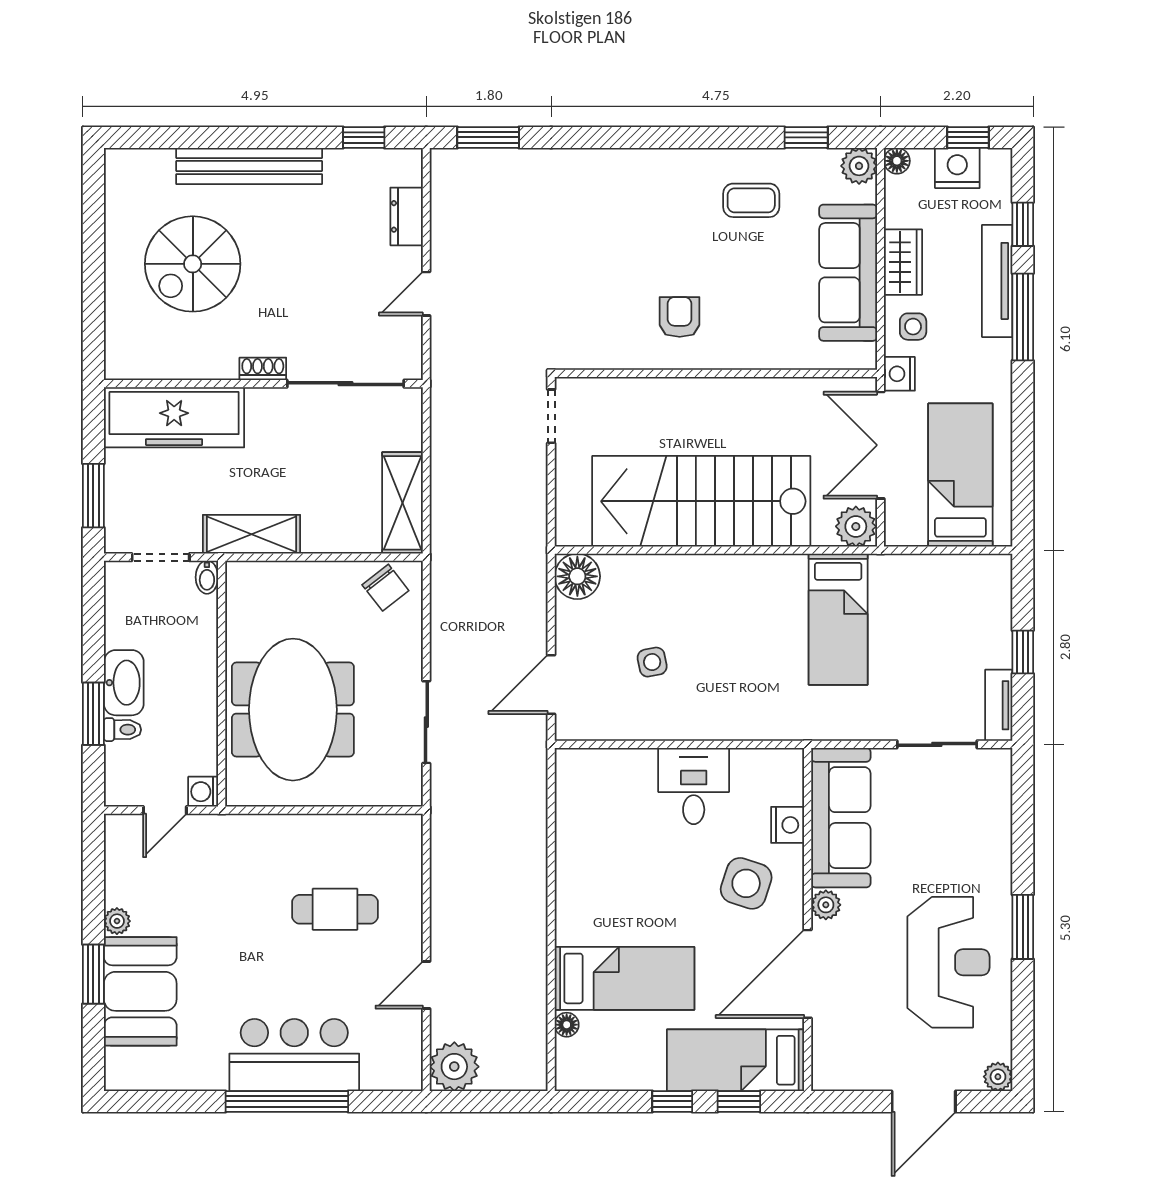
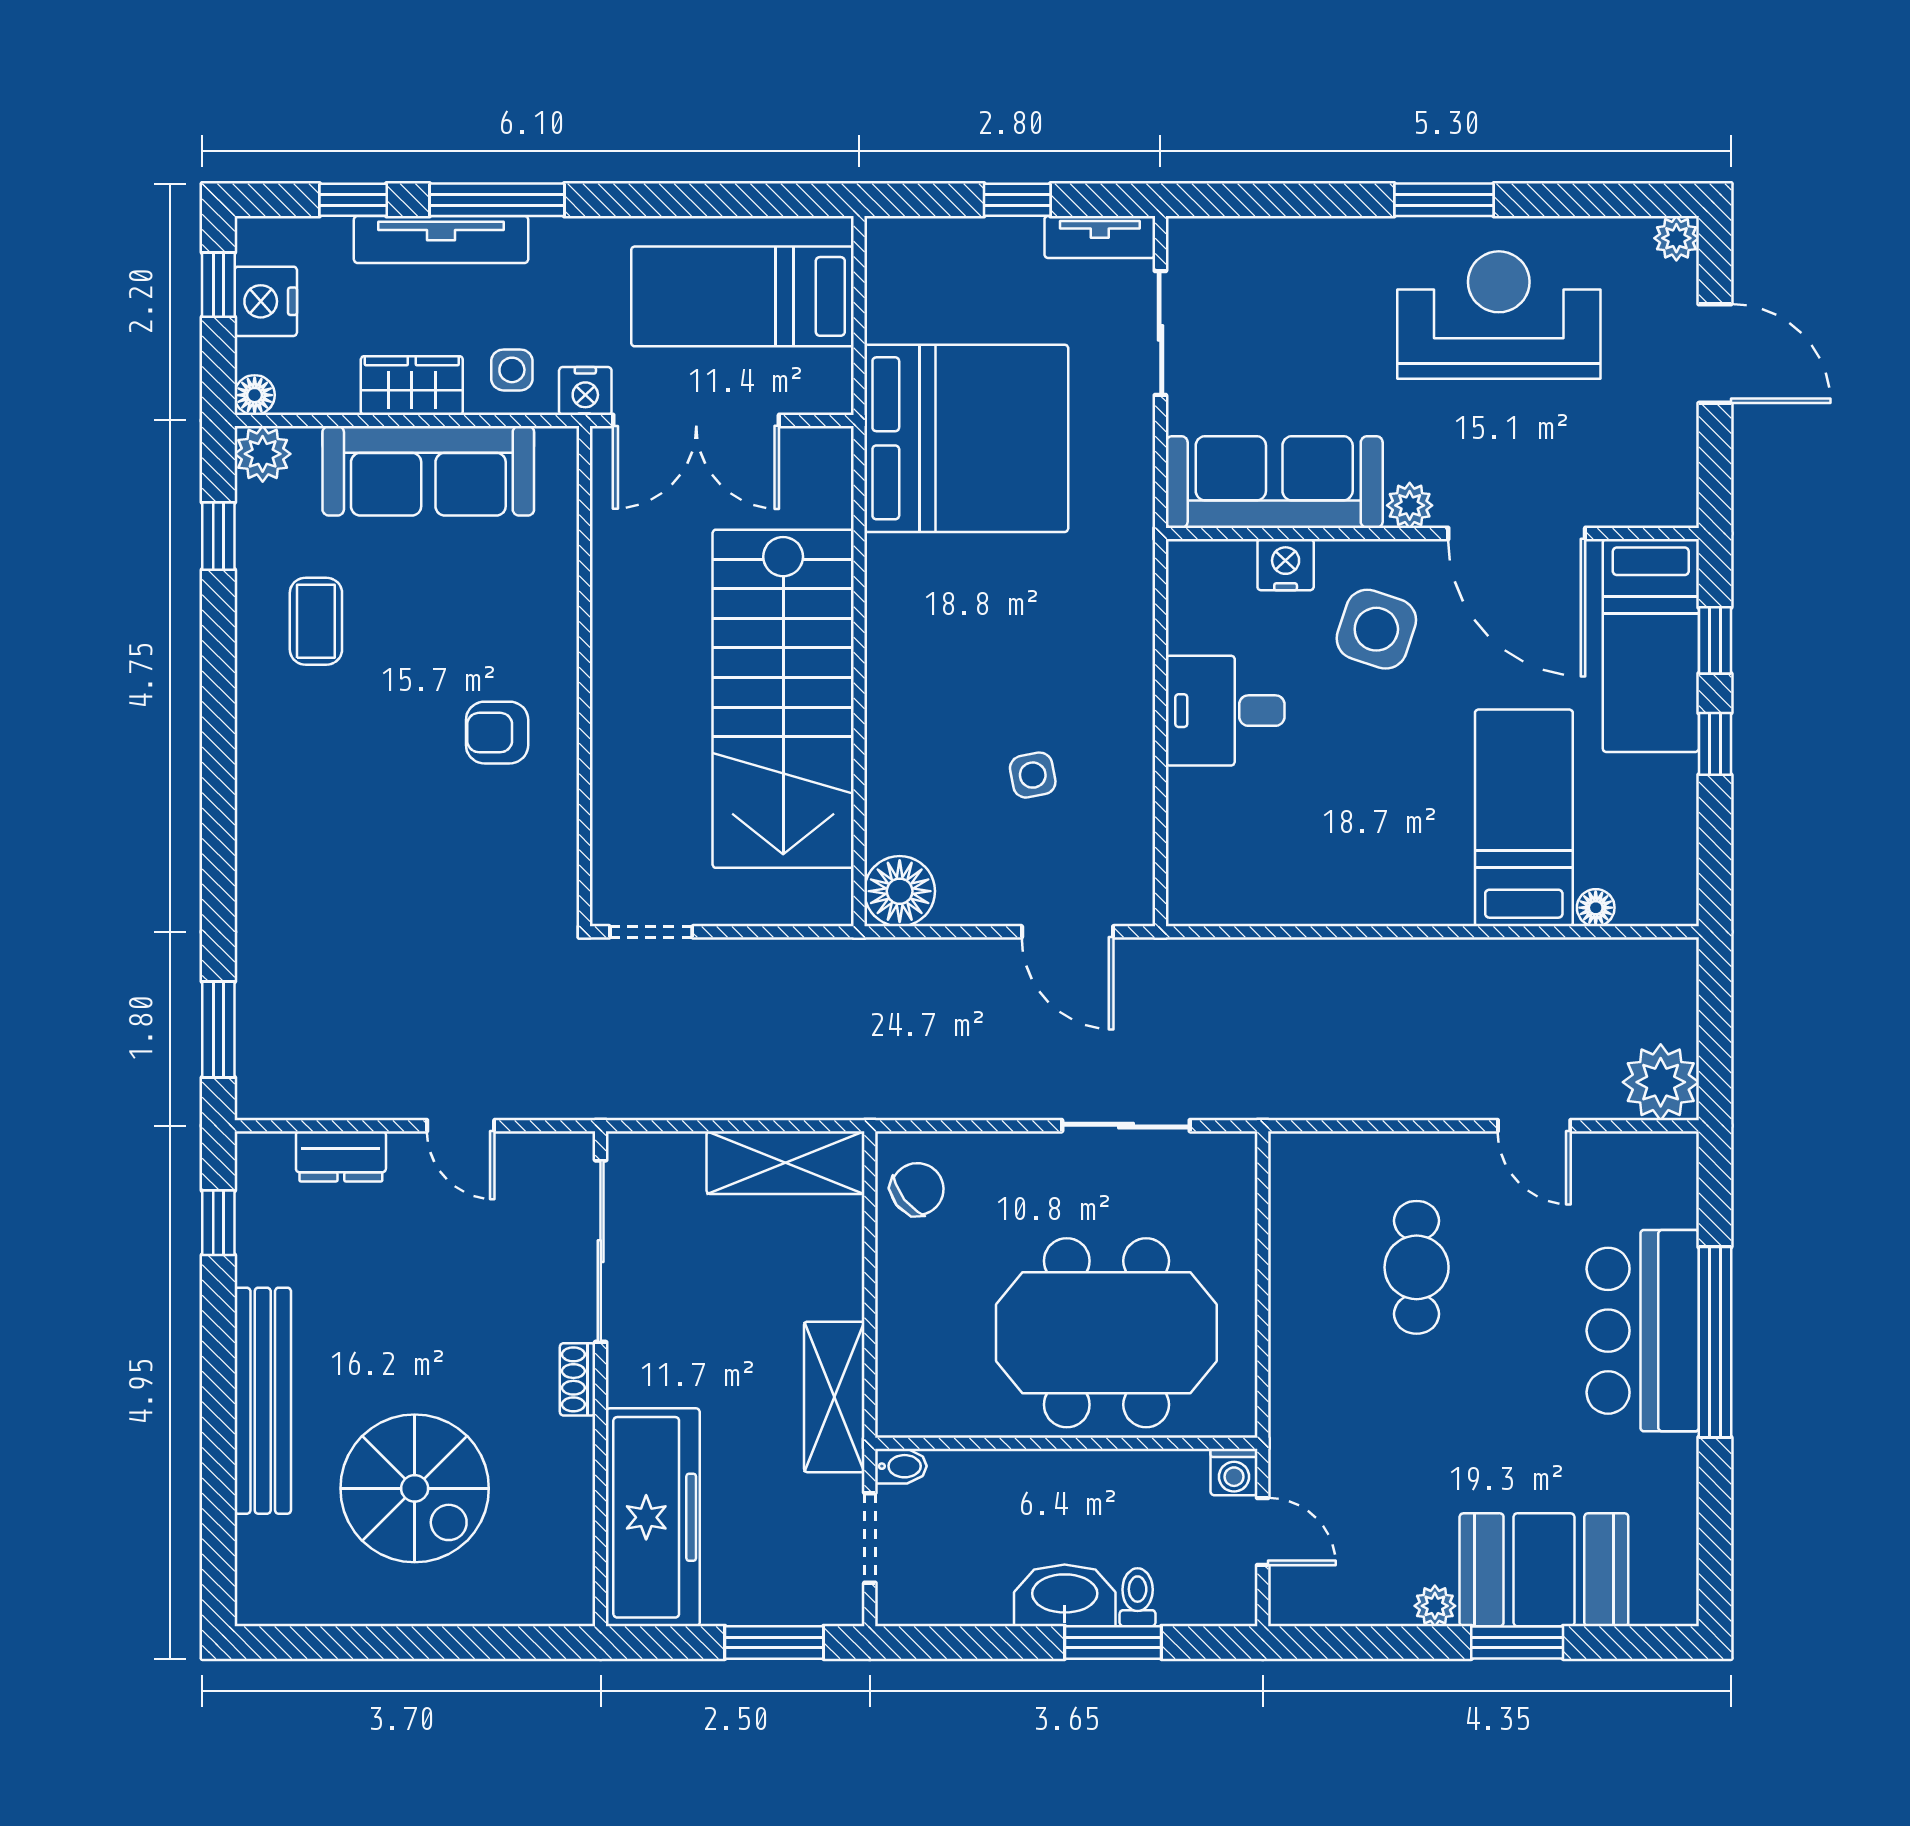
plant: (856, 526) -> (822, 459), removed
bed: (838, 619) -> (966, 438), width x2.04

